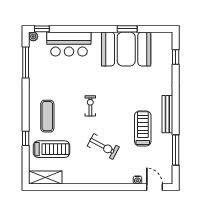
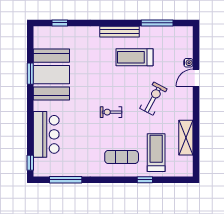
plant: (33, 36) -> (38, 172), removed
shelving: (45, 178) -> (186, 138), moved
door: (154, 187) -> (196, 78), moved

